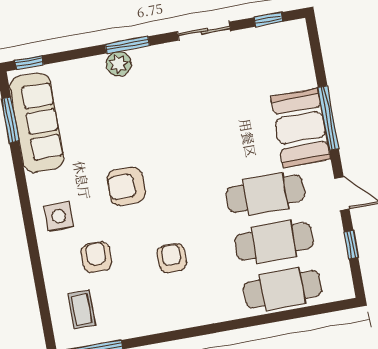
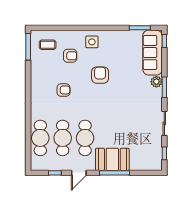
sofa: (37, 123) -> (153, 53), moved, turned 90

